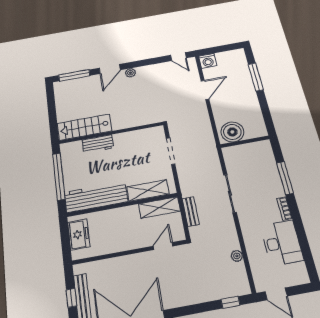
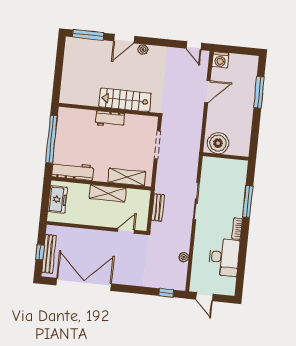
stairs: (85, 127) -> (125, 100), moved
workbench: (98, 144) -> (110, 119), moved
workbench: (96, 197) -> (73, 171), width x0.73, depth x0.76
shelving: (159, 207) -> (108, 193), moved

